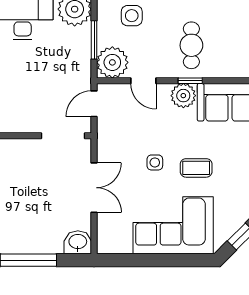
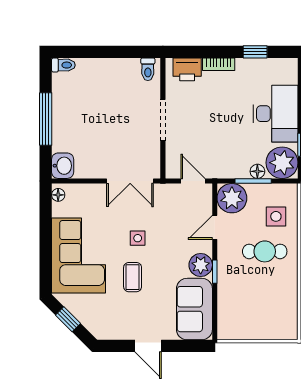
floor lamp: (84, 35) -> (257, 171), added
cafe table: (191, 45) -> (265, 251), moved
doorway: (63, 136) -> (163, 120), moved
double door: (94, 188) -> (130, 181), moved
floor lamp: (109, 247) -> (58, 195), added

